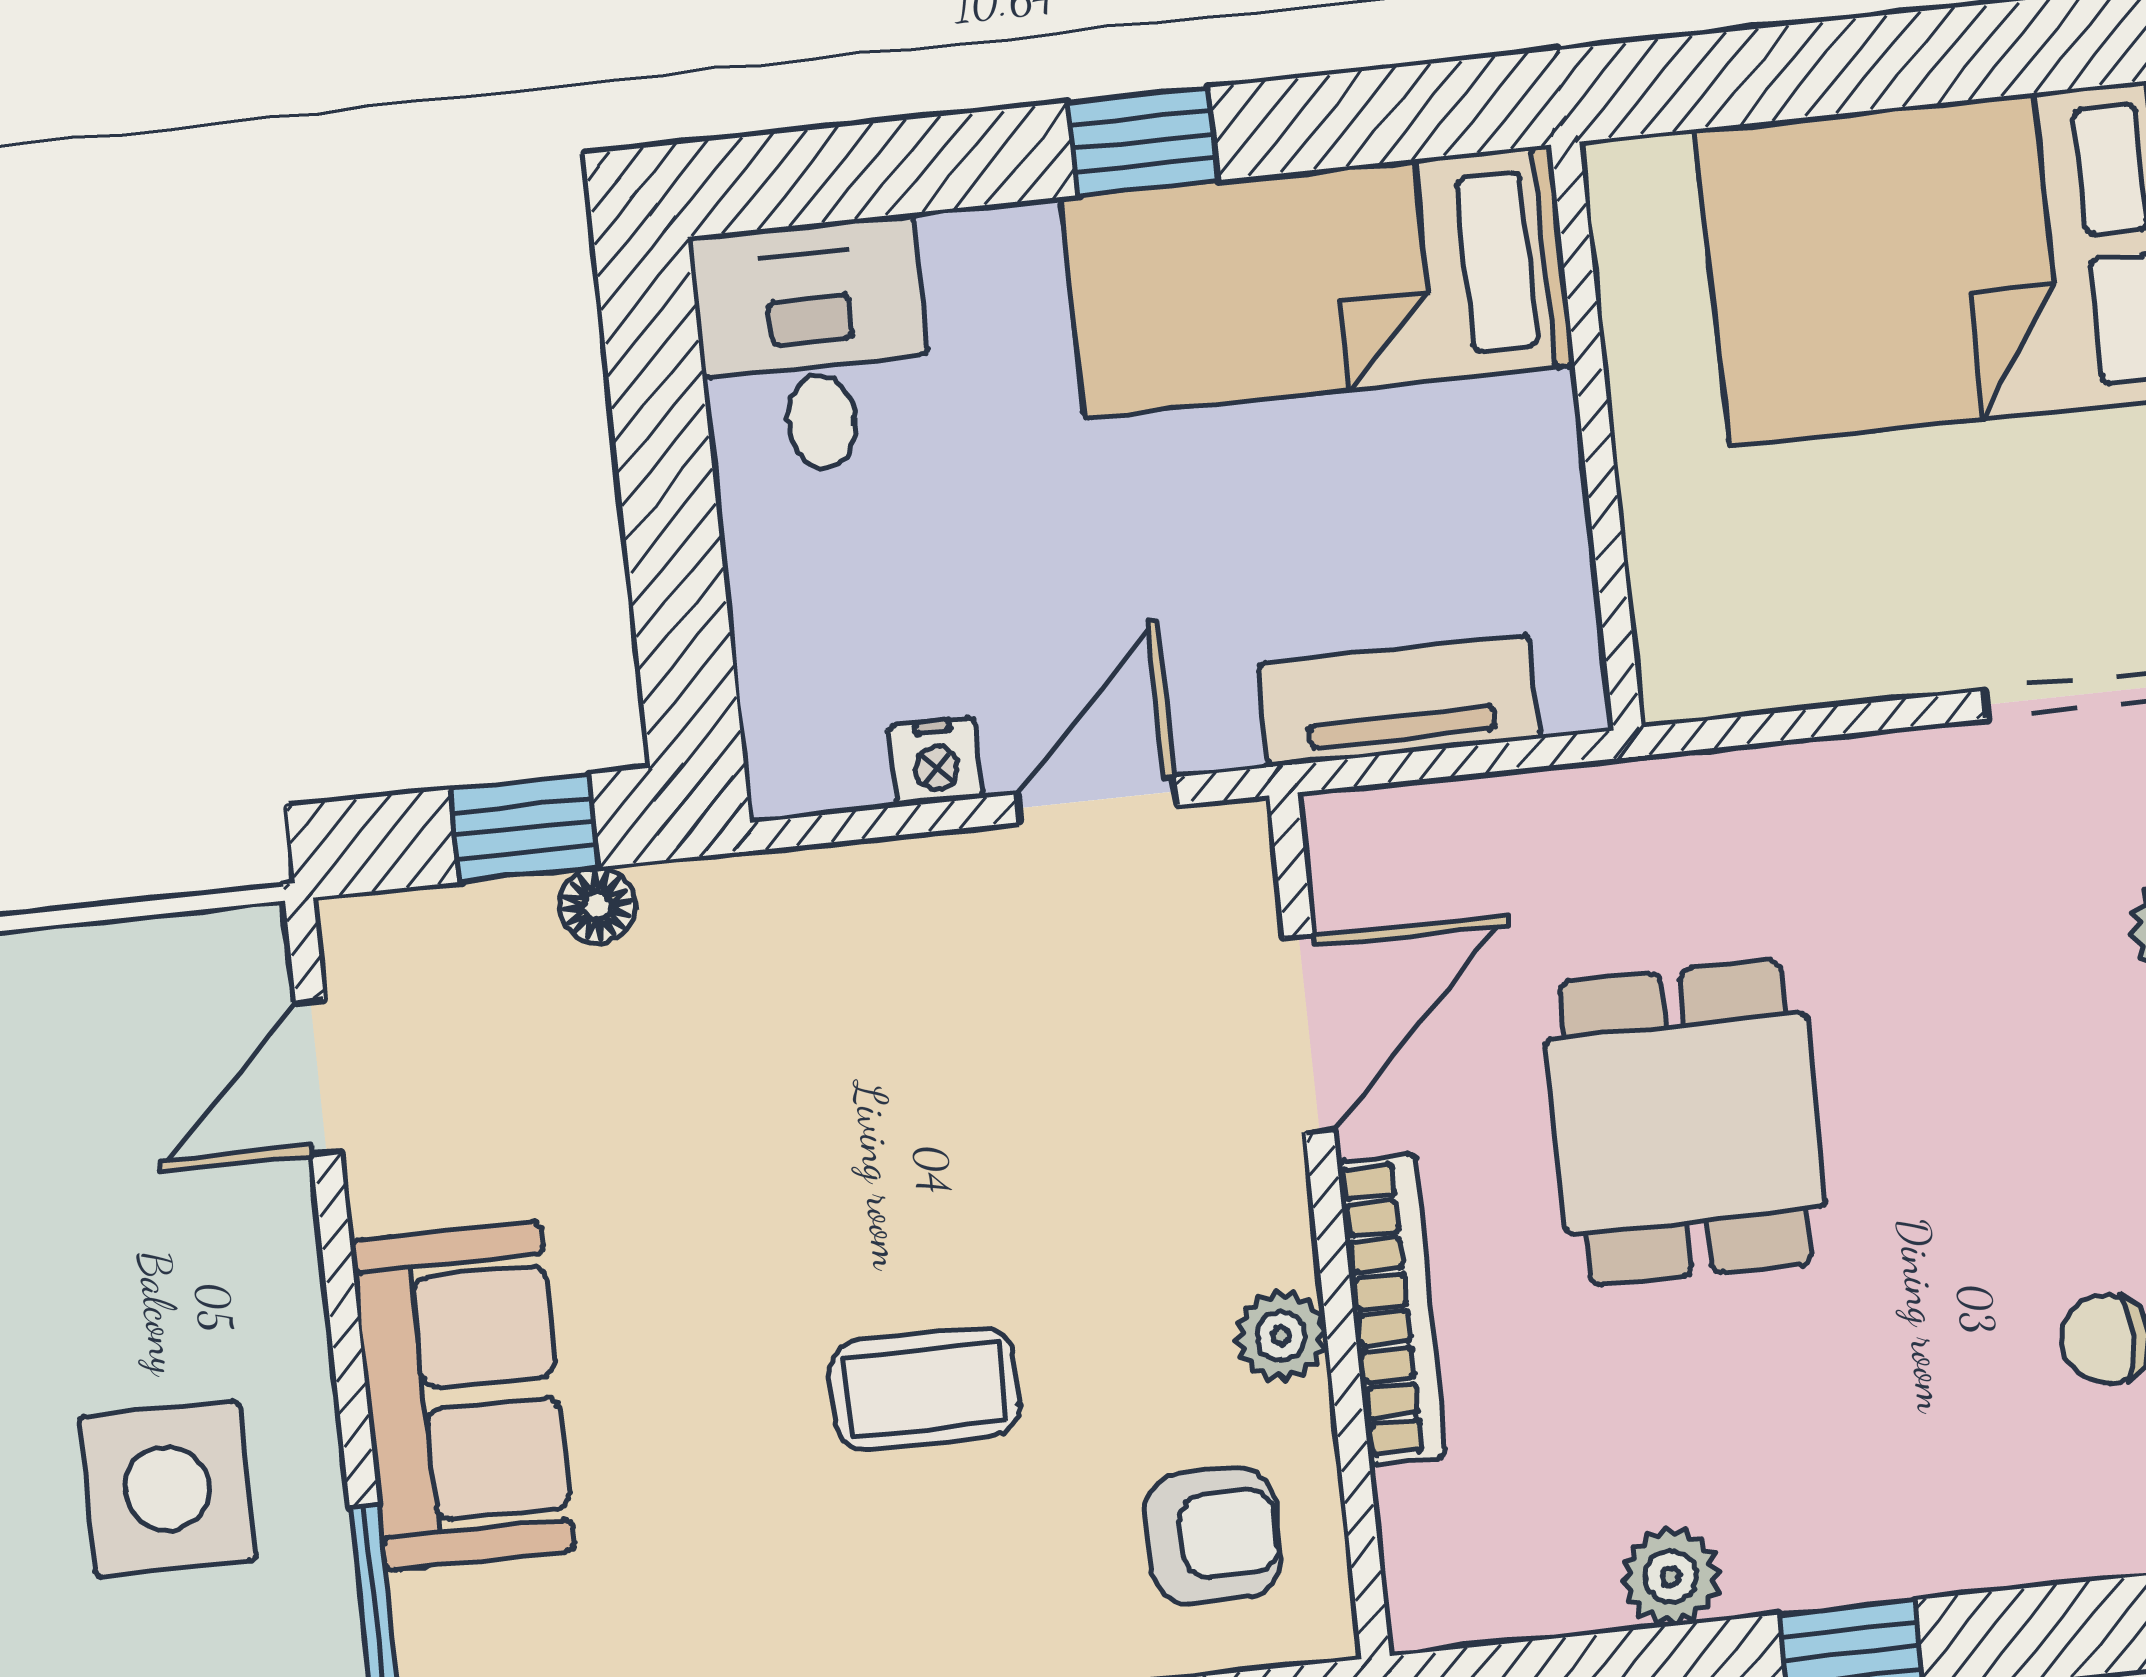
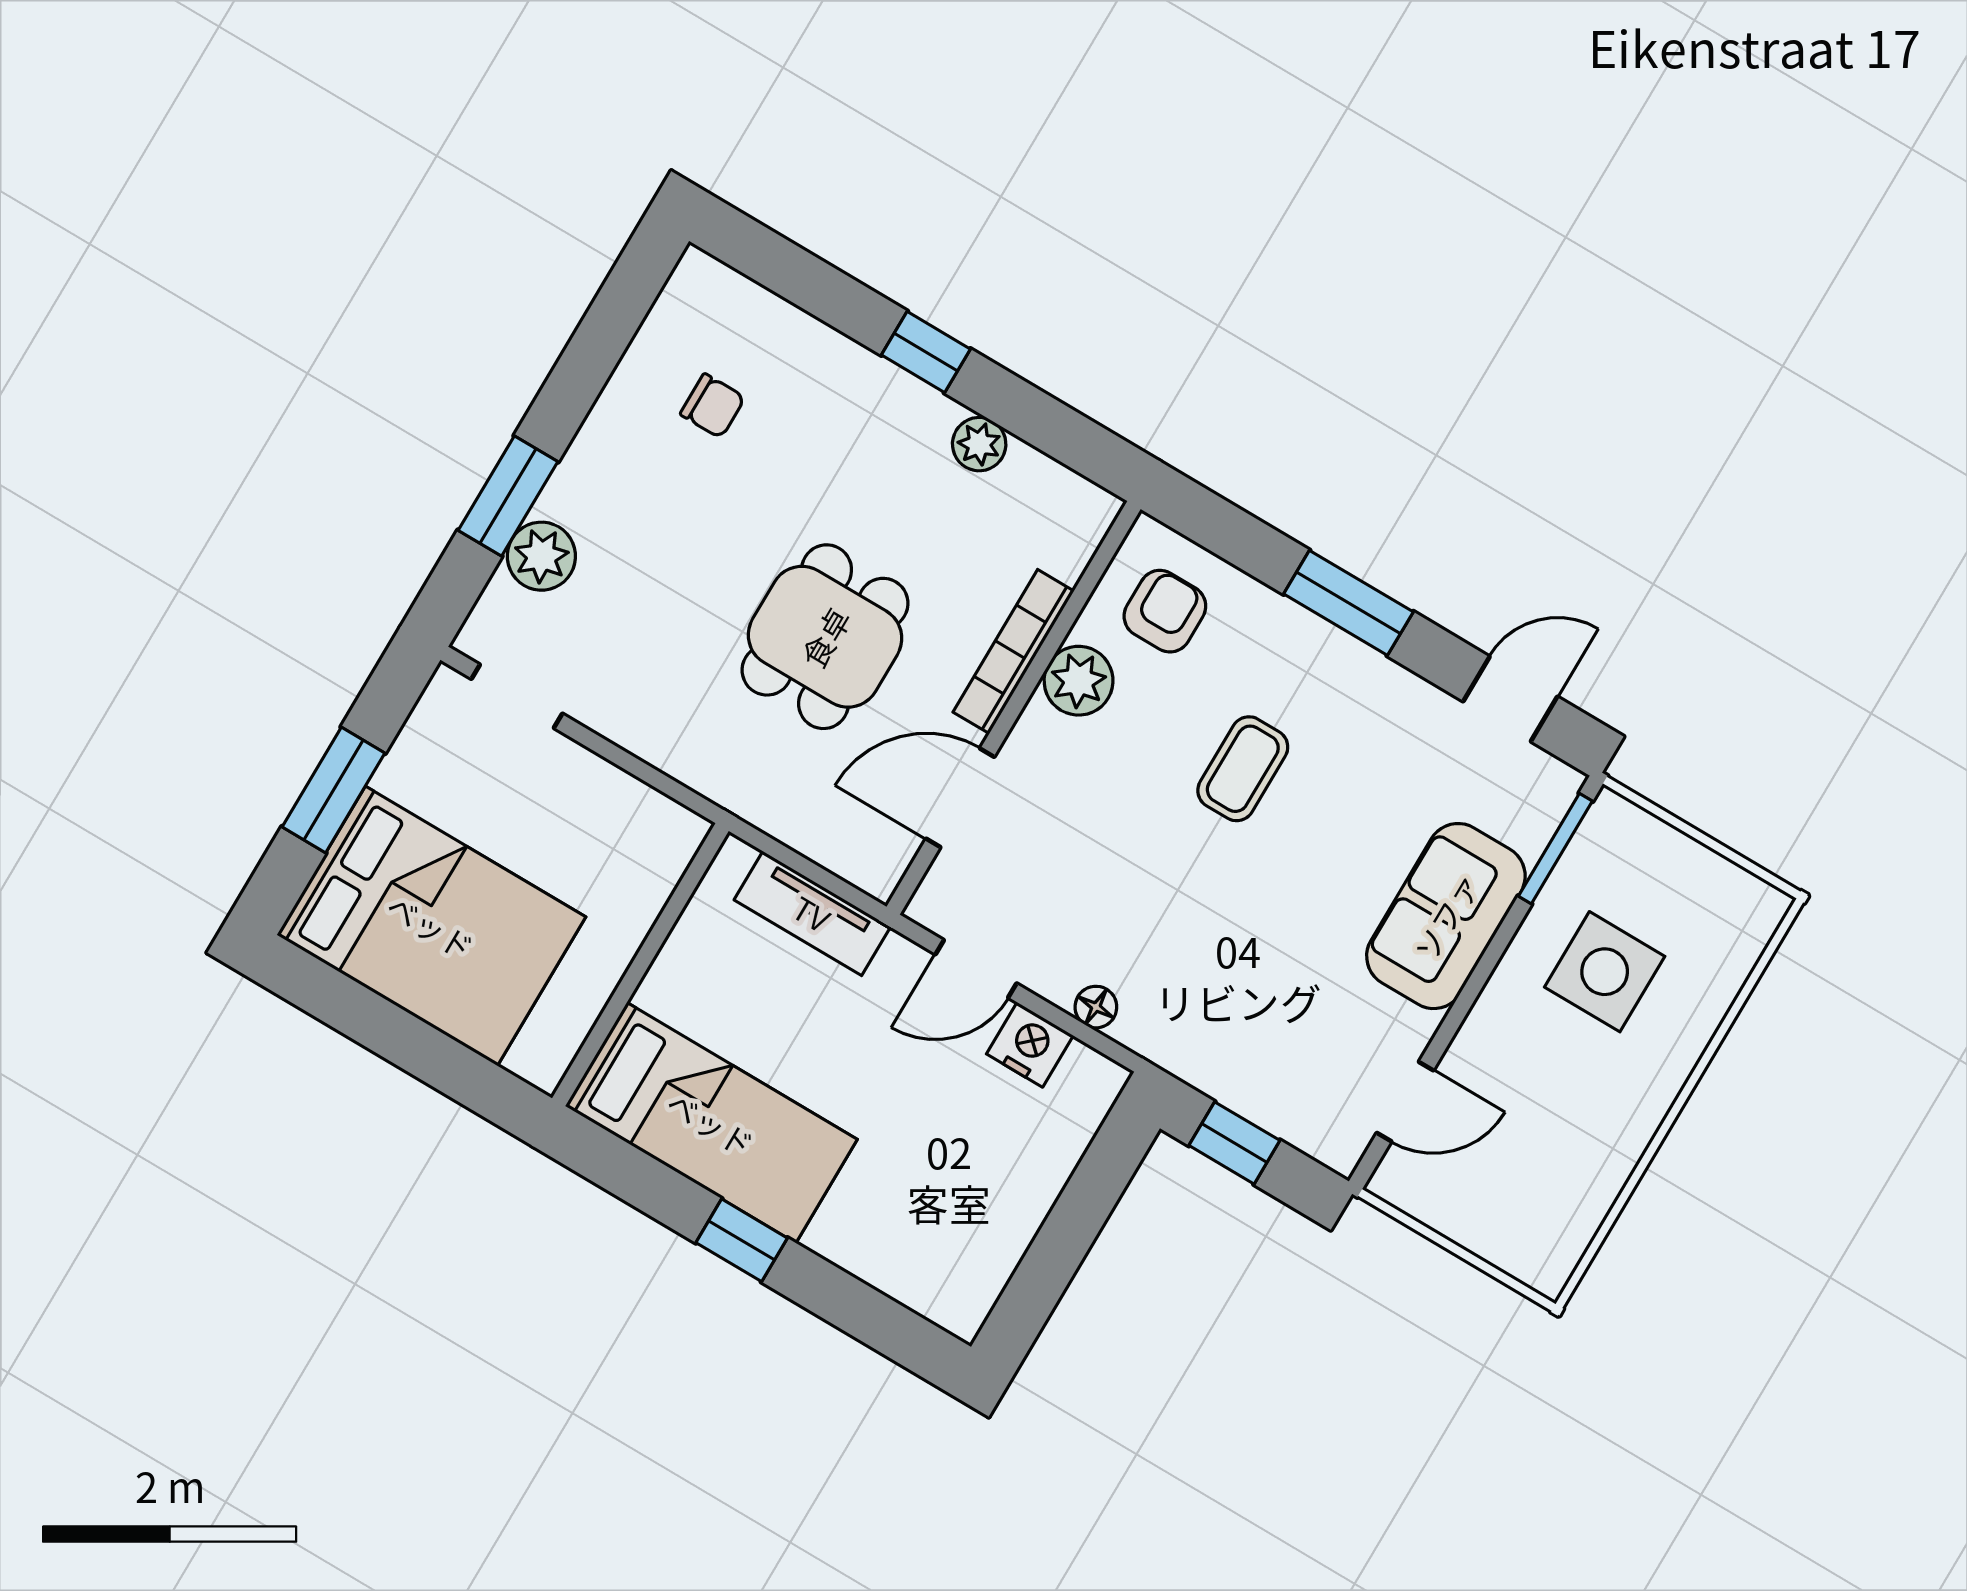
desk: (813, 347) -> (952, 1258), removed
nightstand: (936, 762) -> (1030, 1045), width x1.39, depth x1.35
floor lamp: (597, 906) -> (1096, 1007), moved
plant: (1281, 1336) -> (1079, 681), width x1.38, depth x1.38
coffee table: (924, 1389) -> (1243, 769), turned 90
armchair: (1213, 1535) -> (1165, 611), turned 90

